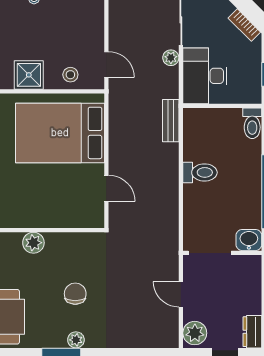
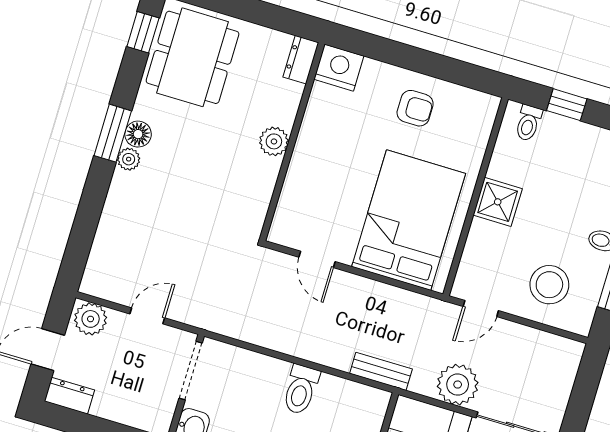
plant: (171, 58) -> (458, 385), width x1.88, depth x1.88
stool: (70, 75) -> (549, 285), moved, width x1.89, depth x1.89
door: (106, 188) -> (317, 259), hinge flipped
chair: (75, 294) -> (190, 176), removed
floor lamp: (57, 339) -> (138, 134), added

